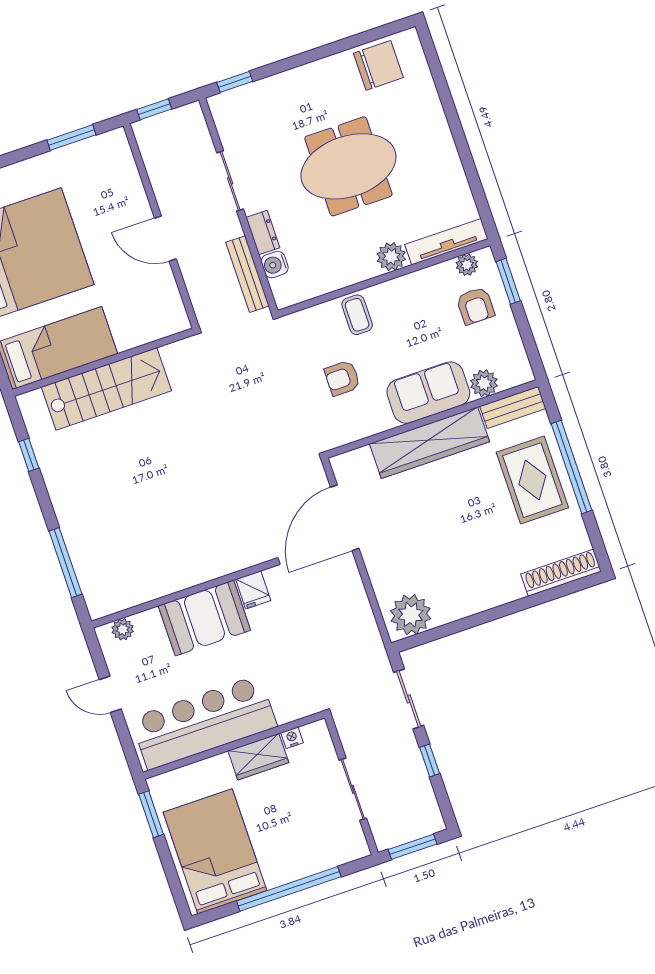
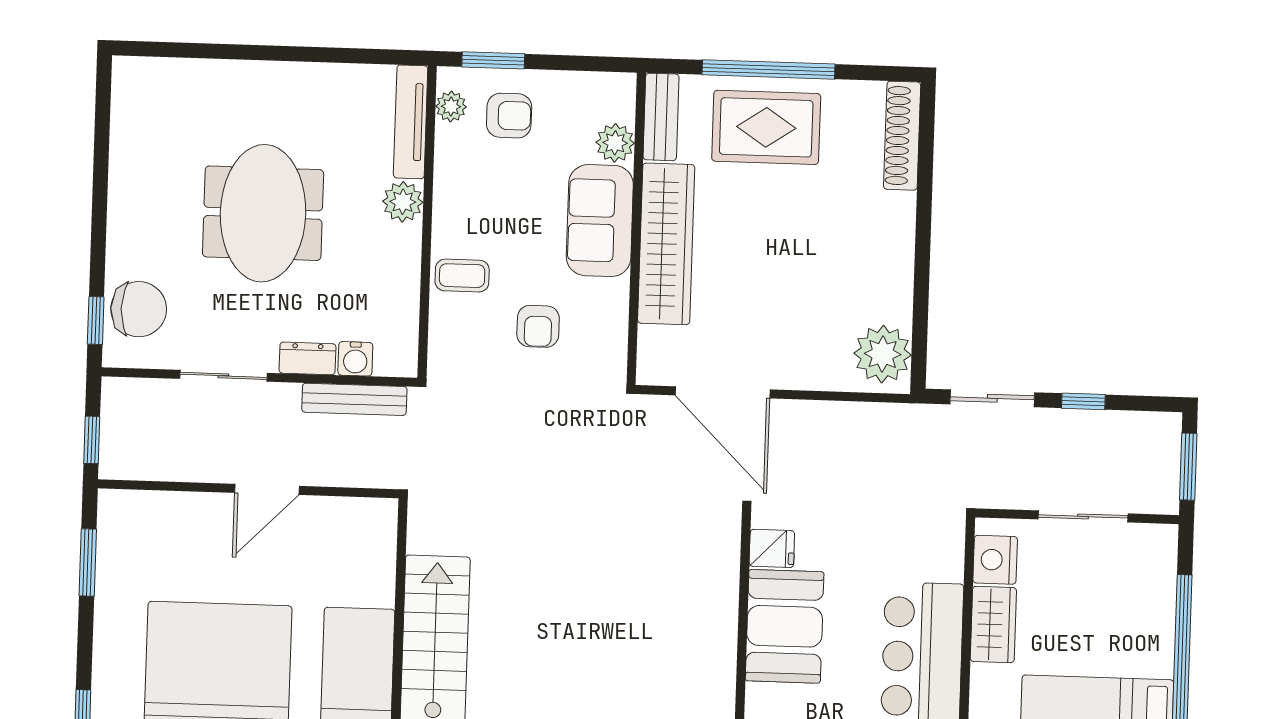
chair: (378, 65) -> (139, 309), moved, turned 90
nightstand: (292, 738) -> (995, 560), width x1.89, depth x1.79

